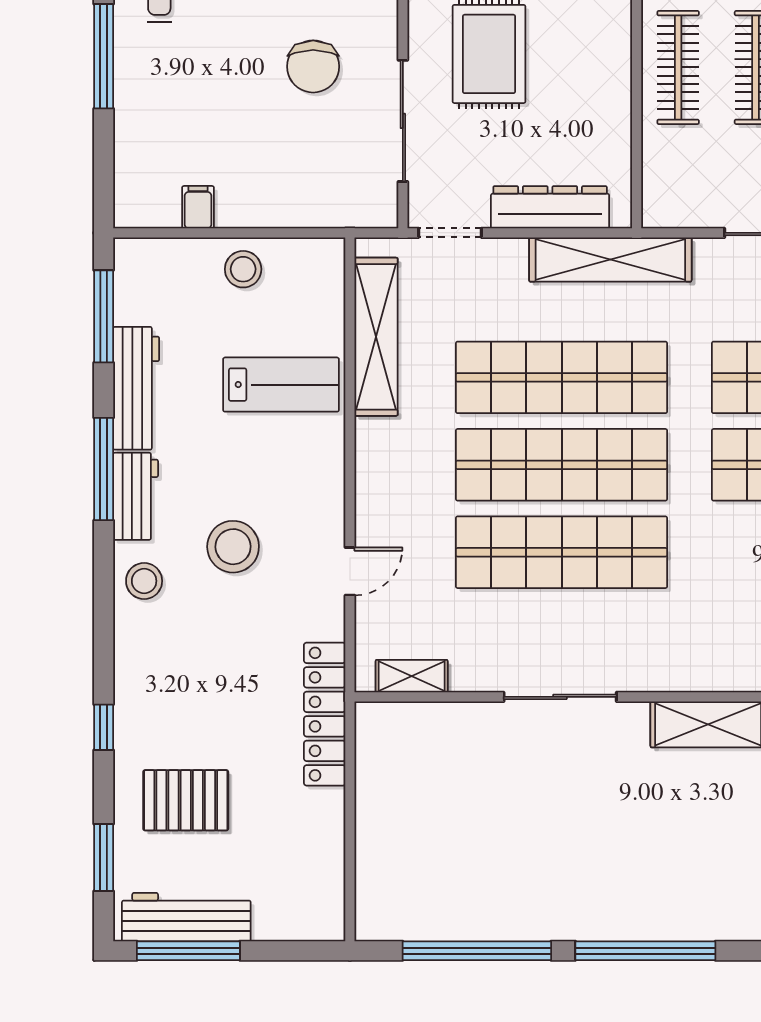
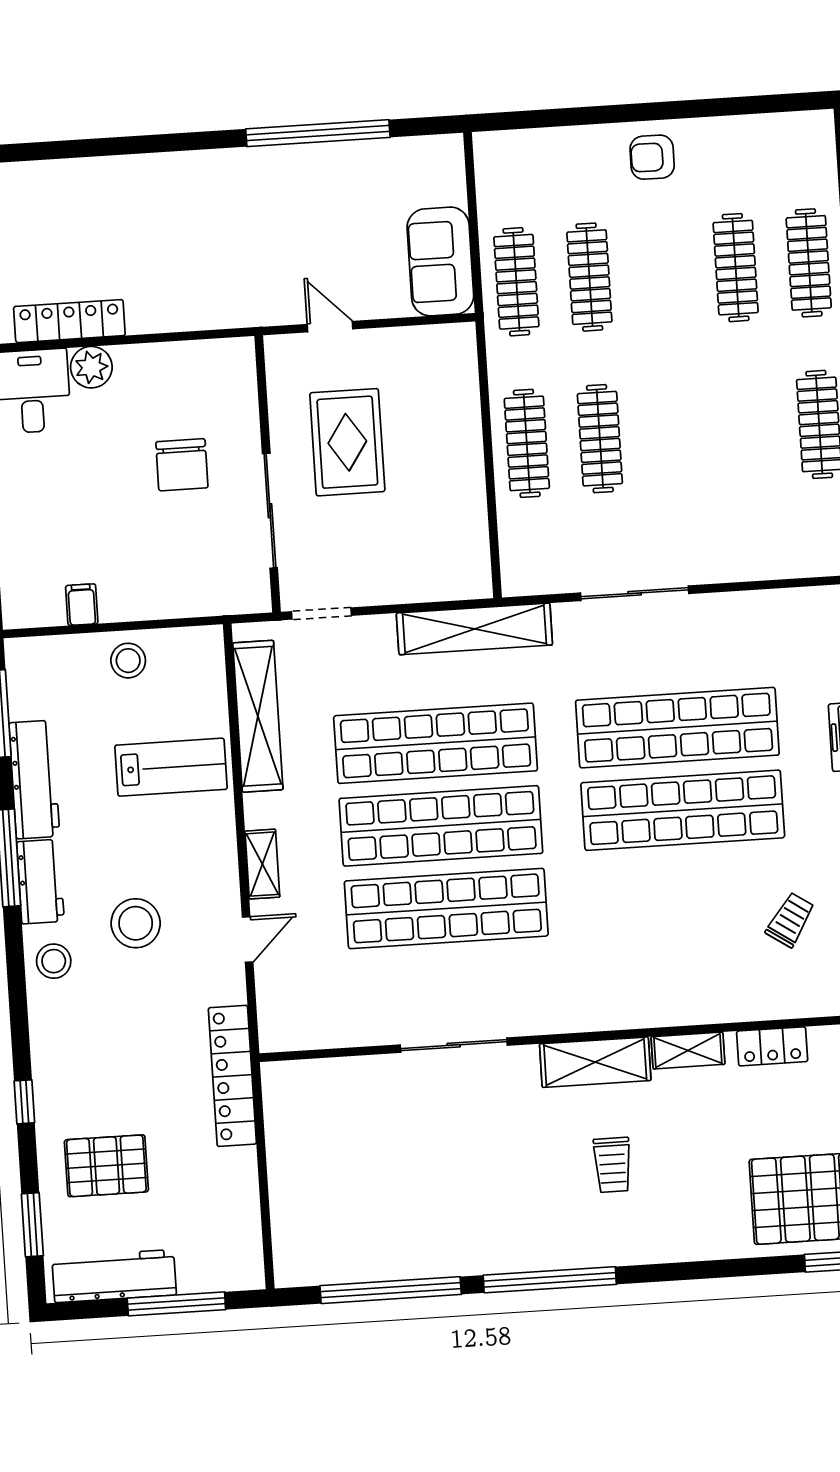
dresser: (550, 207) -> (414, 583), removed
shelving: (412, 676) -> (262, 864), moved, turned 90
trolley: (719, 834) -> (612, 1165), added
window: (188, 951) -> (176, 1304), moved

